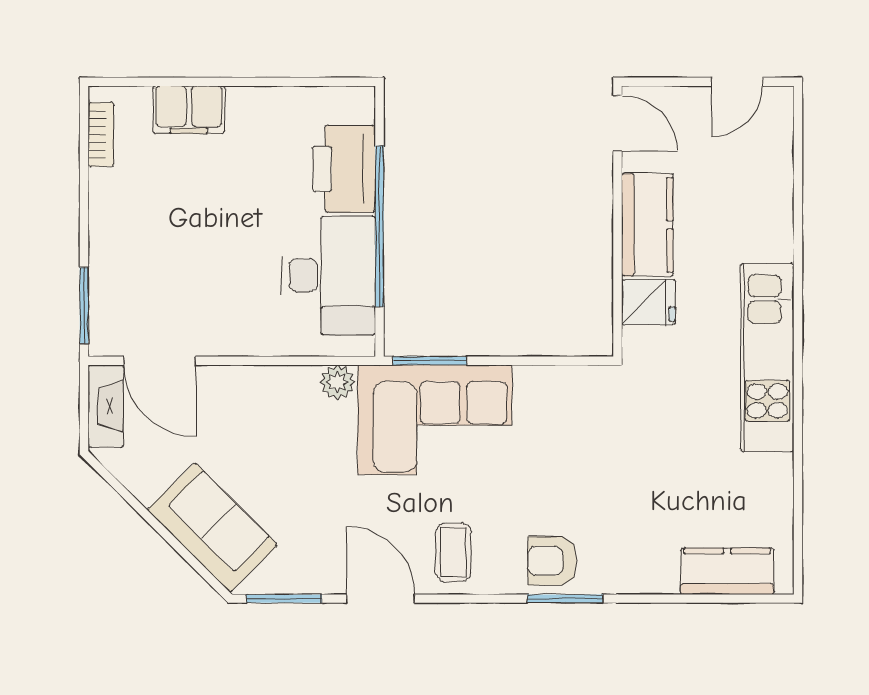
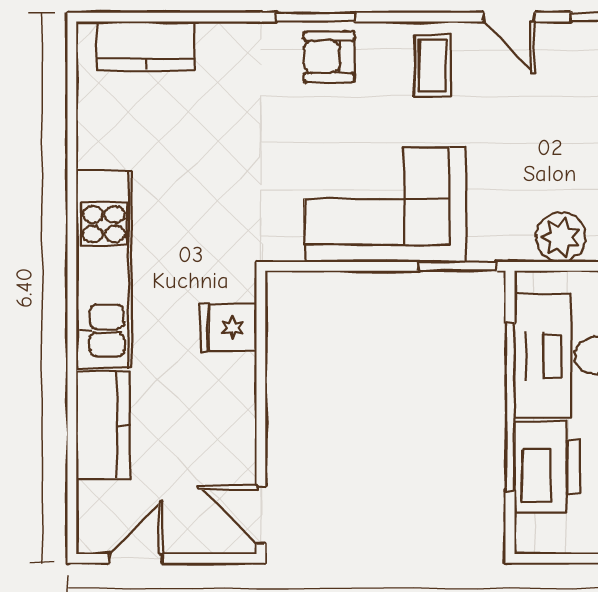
kitchen counter: (647, 225) -> (103, 425), moved, turned 180
plant: (337, 382) -> (561, 237), width x1.38, depth x1.38
corner sofa: (435, 420) -> (385, 205), moved
armchair: (552, 561) -> (329, 57), turned 180
door: (381, 599) -> (509, 17), width x0.73

